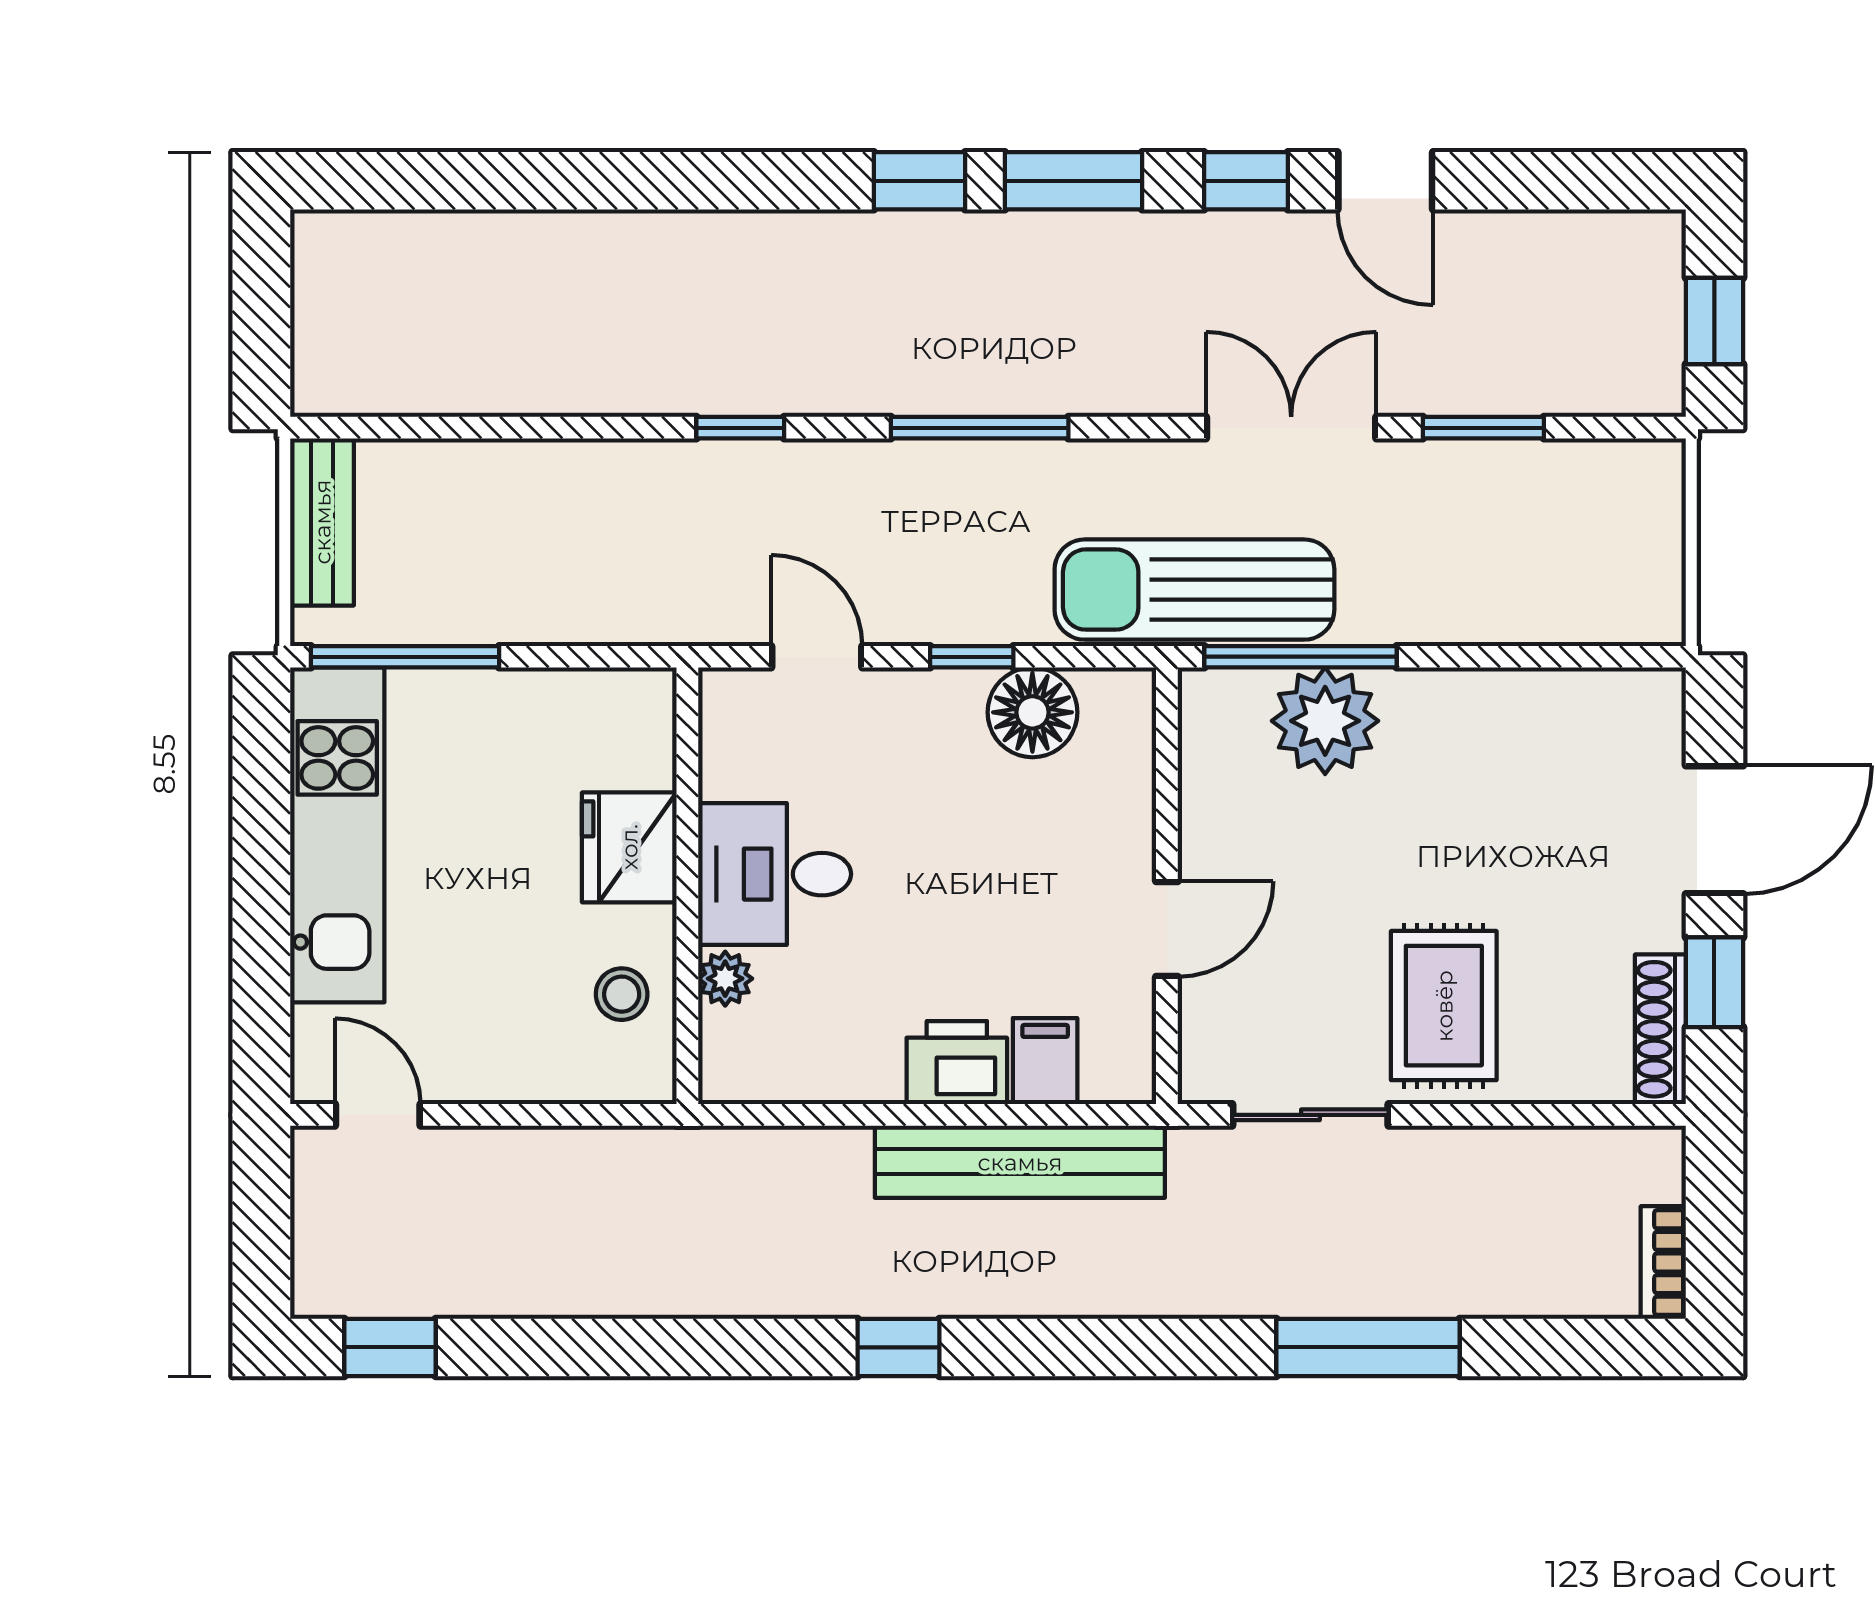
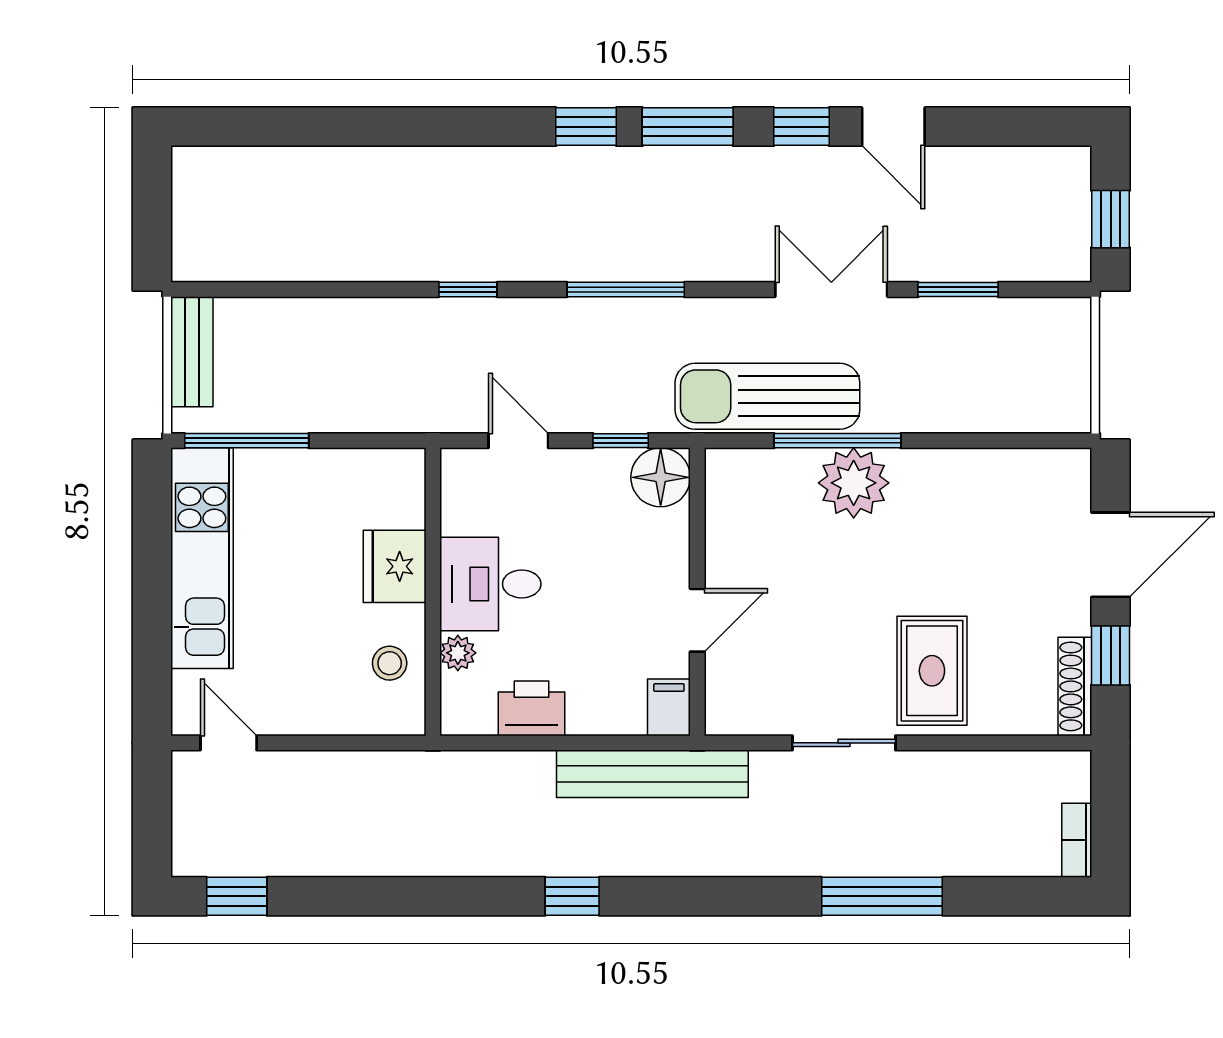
wall: (1167, 886) -> (697, 592), moved
door: (1167, 929) -> (697, 620), moved
printer: (957, 1063) -> (532, 708), moved

